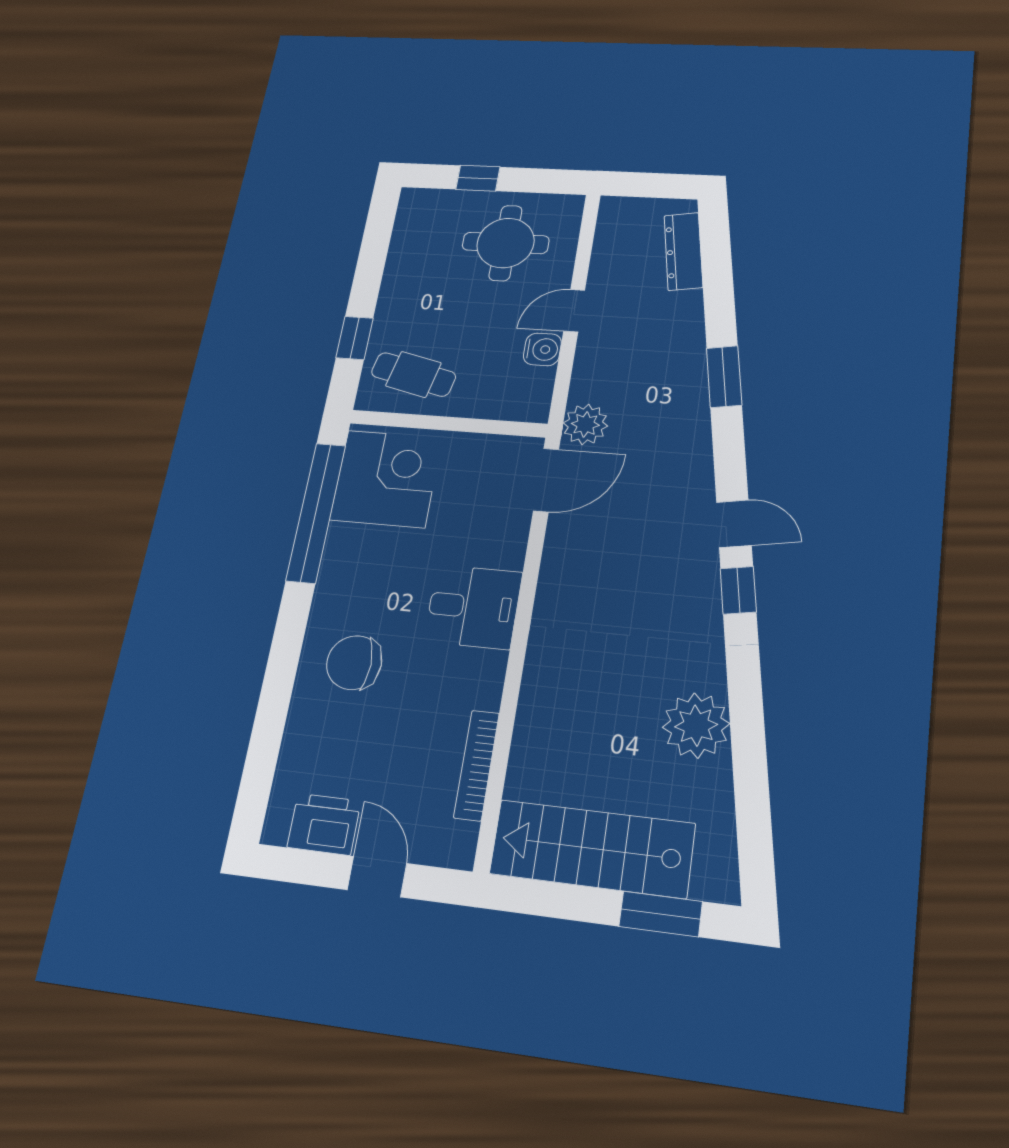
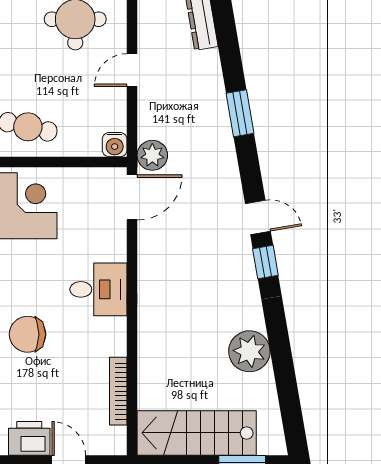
water cooler: (542, 349) -> (115, 145), moved, turned 90

